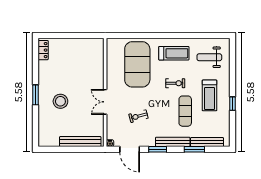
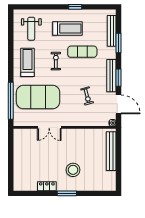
window: (133, 36) -> (11, 101), added
locker: (43, 50) -> (47, 186), moved
double door: (105, 102) -> (49, 127), moved
bench: (173, 142) -> (111, 76), moved
door: (130, 149) -> (118, 104), hinge flipped

